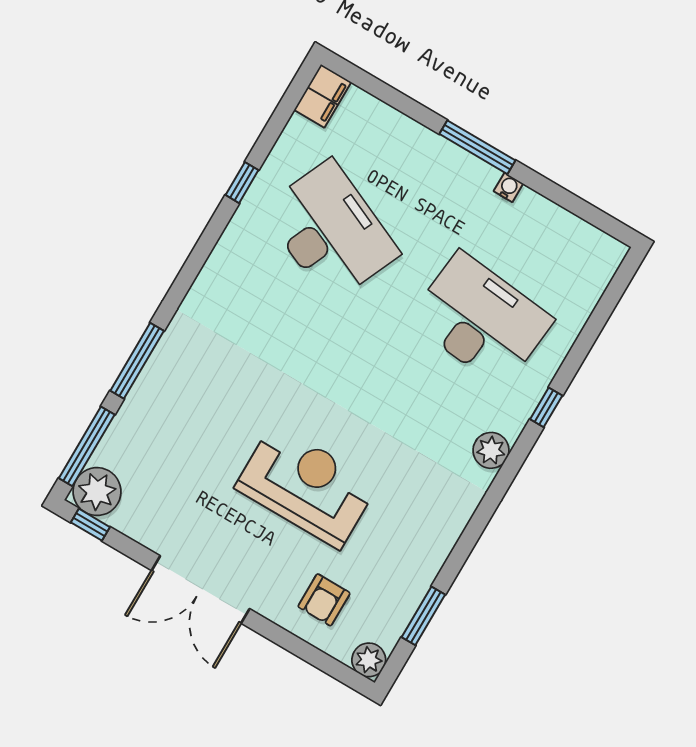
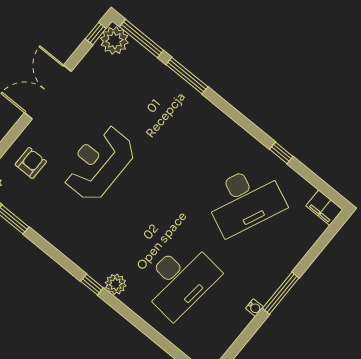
window: (546, 407) -> (92, 284), moved
plant: (491, 450) -> (116, 284), moved
reception desk: (306, 486) -> (99, 163), turned 180
armchair: (324, 600) -> (31, 163), turned 90

